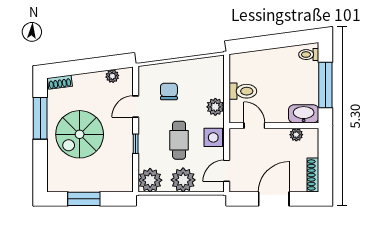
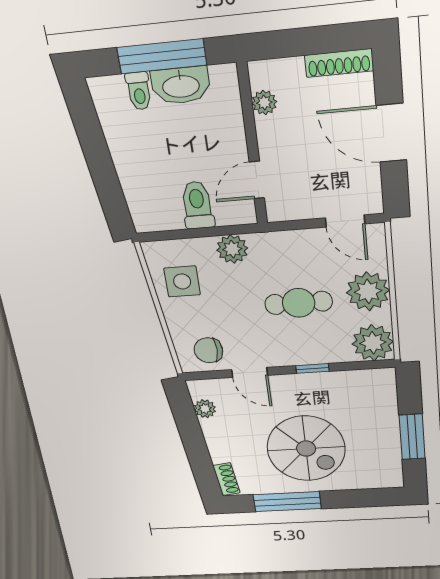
toilet: (309, 55) -> (139, 91), moved
chair: (169, 91) -> (208, 350), moved
washbasin: (304, 114) -> (181, 85), moved, turned -90
side table: (213, 137) -> (182, 281), moved

